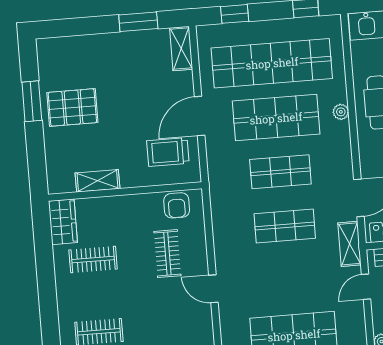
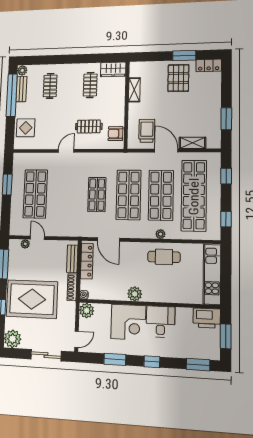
shelving: (181, 49) -> (192, 143), moved
locker: (48, 59) -> (209, 65), added
shop shelf: (280, 172) -> (129, 195), width x1.43, depth x1.36
shelving: (350, 244) -> (82, 231), removed
door: (366, 287) -> (37, 238), moved

